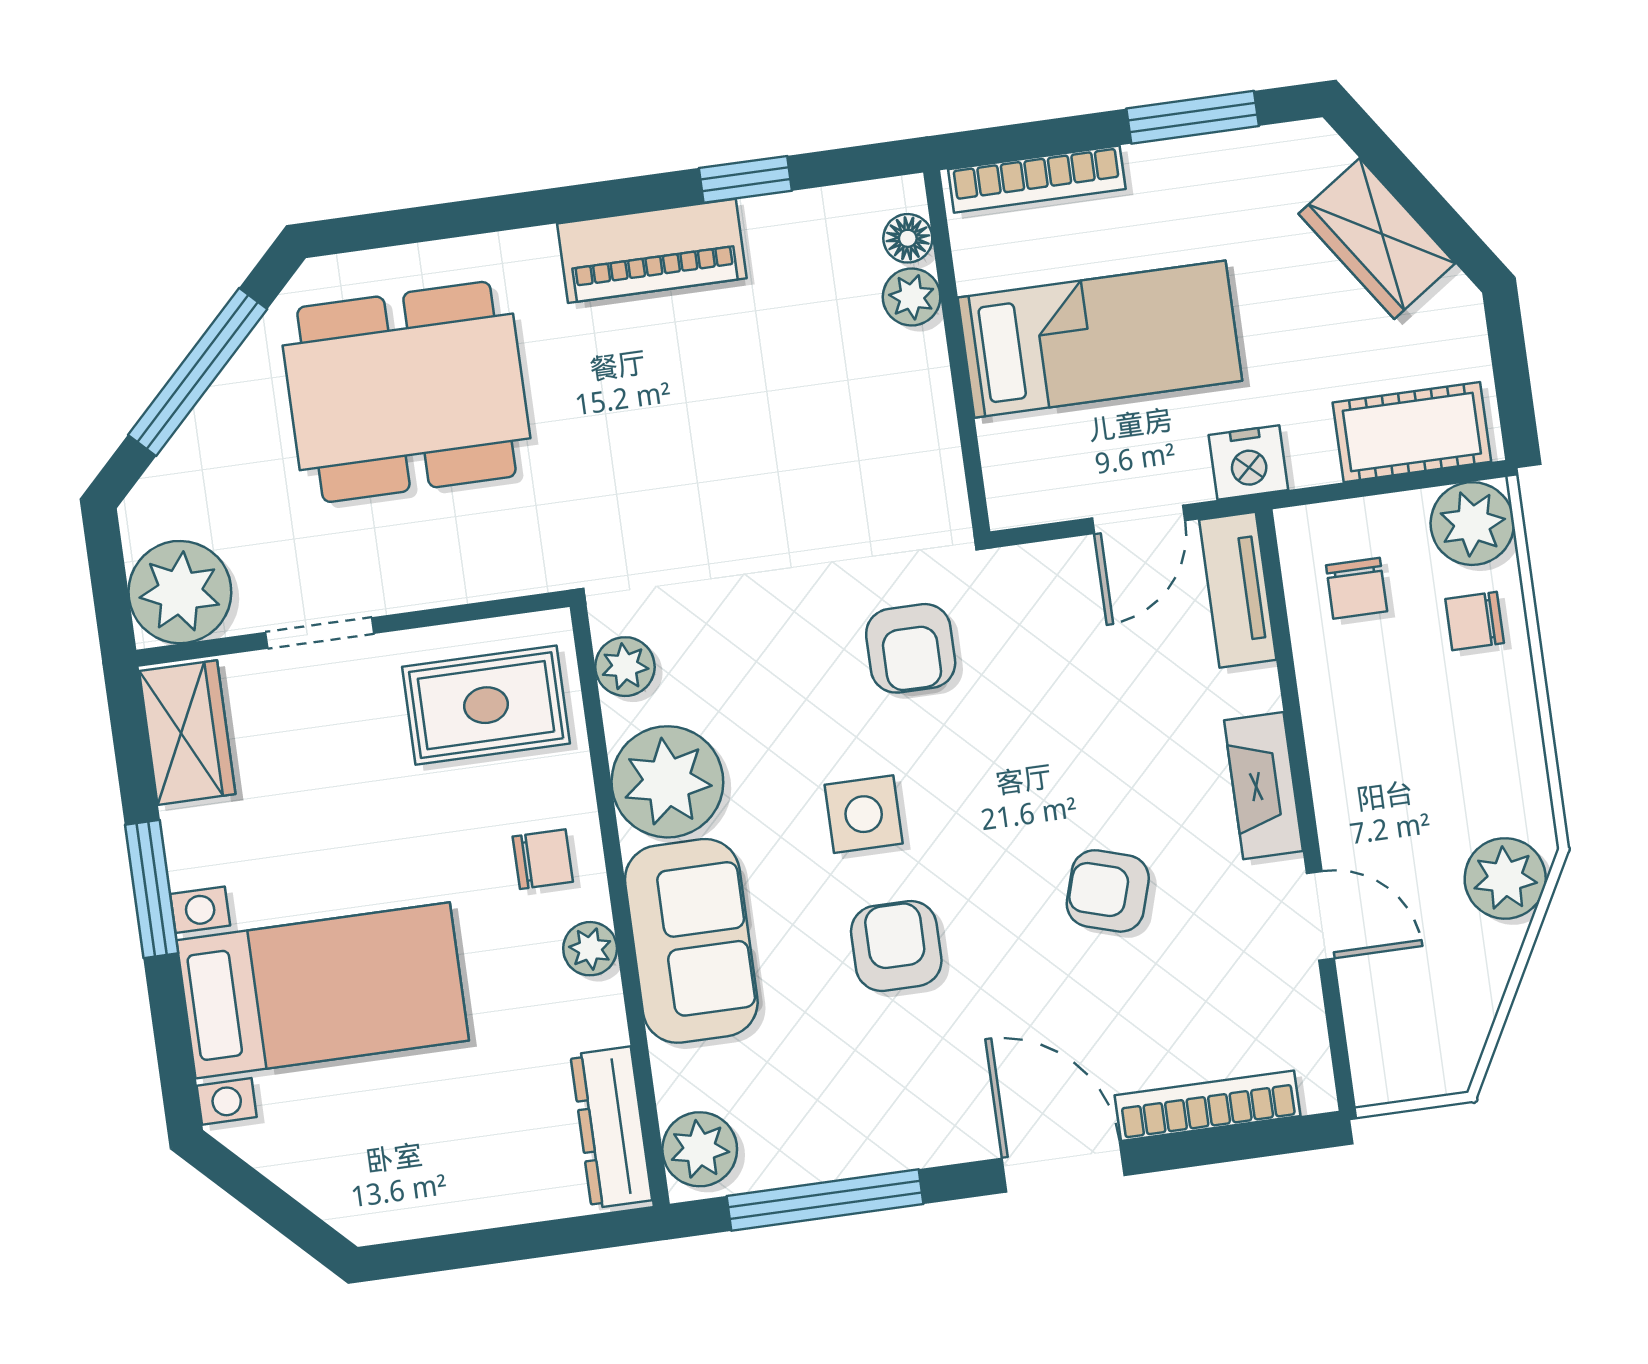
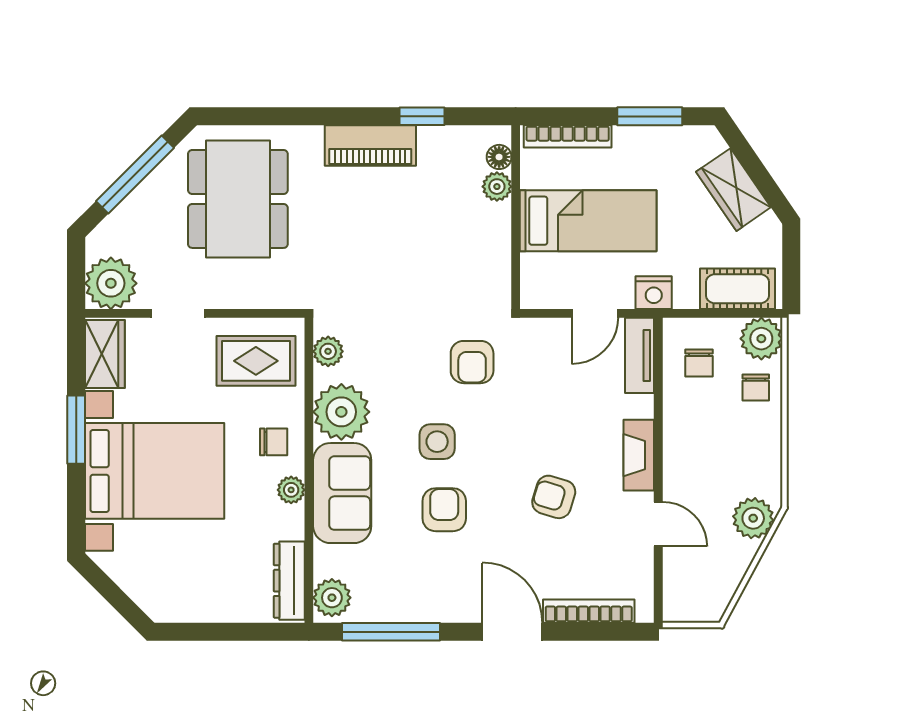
dining table: (406, 392) -> (238, 199), turned 90
chair: (1475, 621) -> (756, 387), turned -90
bed with nightstands: (323, 990) -> (155, 471), width x1.36

